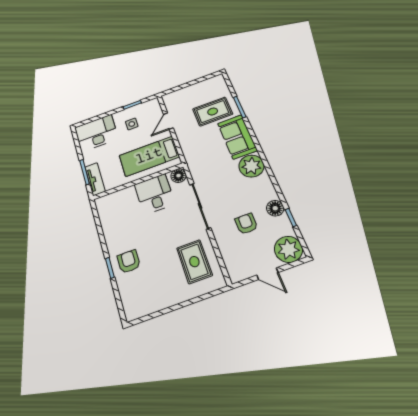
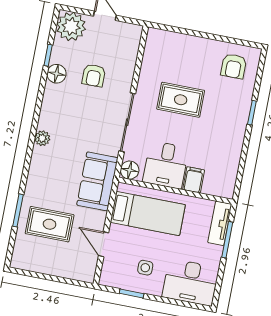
door: (168, 121) -> (104, 244), swing flipped
sofa: (237, 137) -> (97, 181), moved, turned 180
plant: (251, 166) -> (42, 138), width x0.53, depth x0.53
filing cabinet: (129, 196) -> (194, 180), added
armchair: (129, 261) -> (234, 66), moved
rug: (194, 262) -> (181, 100), moved, turned 90

